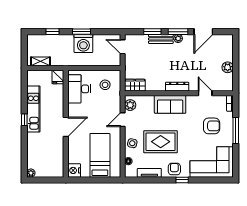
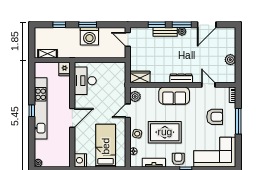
stool: (105, 85) -> (111, 77), removed
kitchen unit: (33, 109) -> (41, 108), width x1.36

